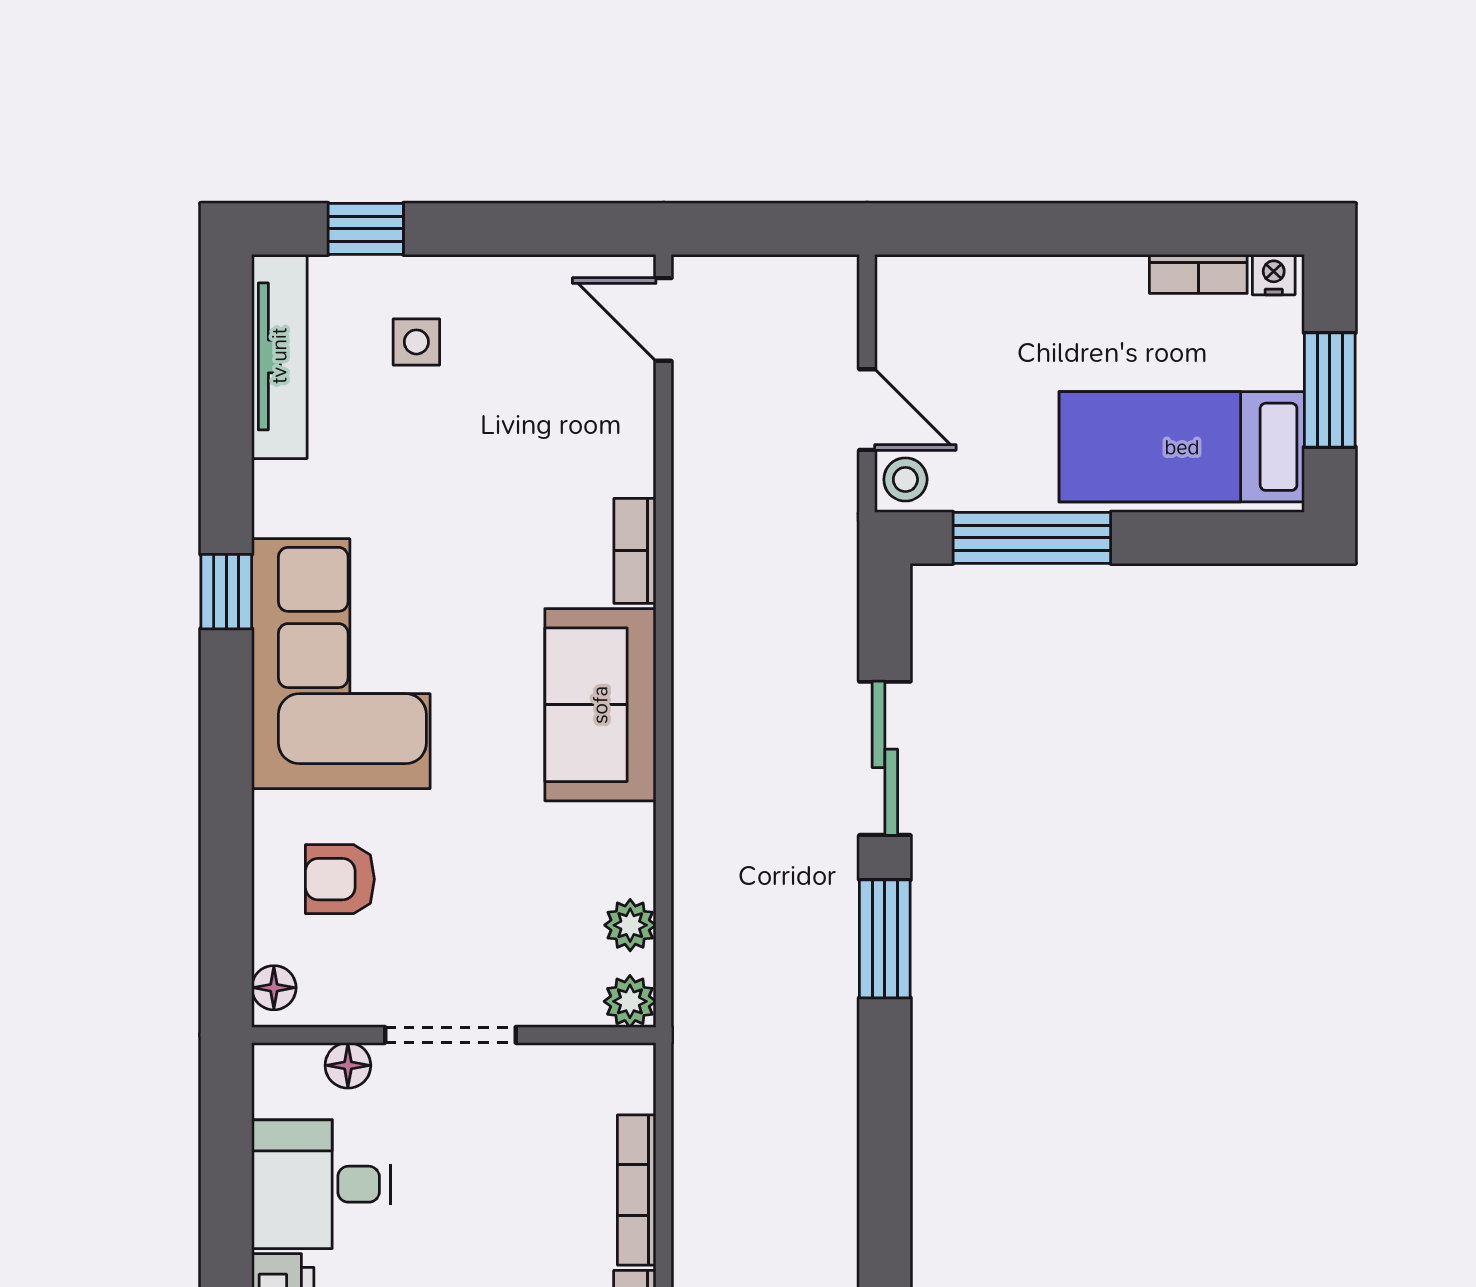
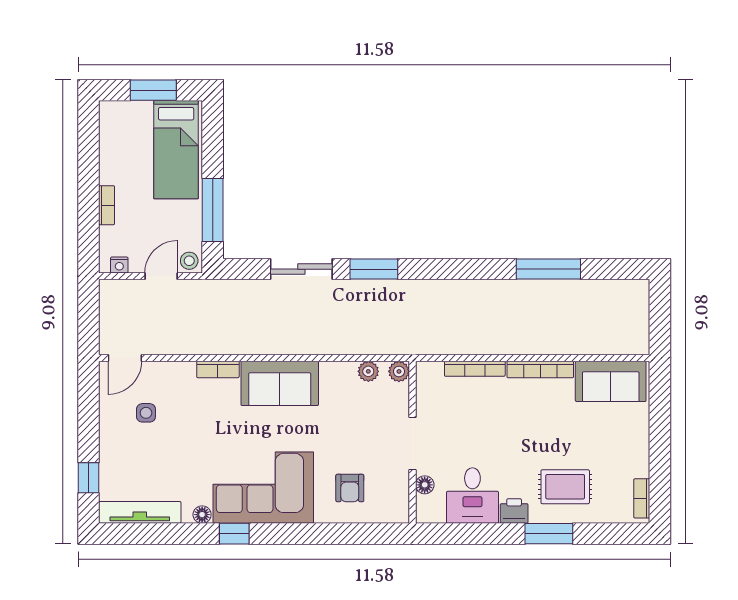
bookcase: (1198, 274) -> (107, 205), moved
nightstand: (1274, 275) -> (119, 265), moved, turned -90
side table: (416, 342) -> (146, 413), moved
floor lamp: (274, 988) -> (202, 515), moved

